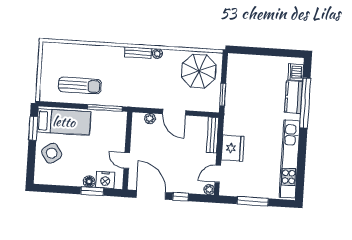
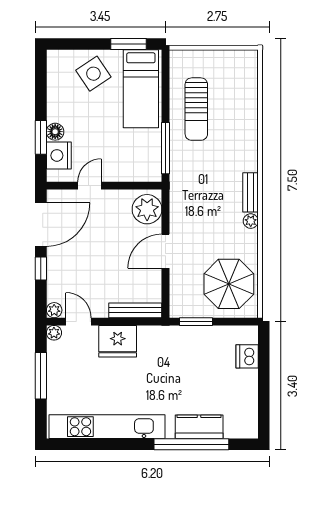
dishwasher: (296, 72) -> (247, 356), moved, turned -90
plant: (150, 119) -> (147, 209), width x1.88, depth x1.88
plant: (224, 191) -> (54, 333), added

